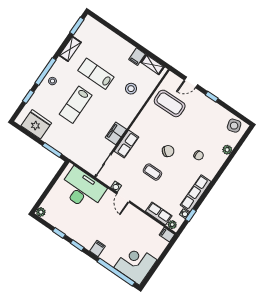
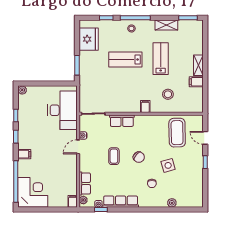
shelving: (152, 65) -> (198, 65), moved
side table: (234, 126) -> (168, 165), moved
filing cabinet: (116, 133) -> (145, 106), moved, width x0.50

